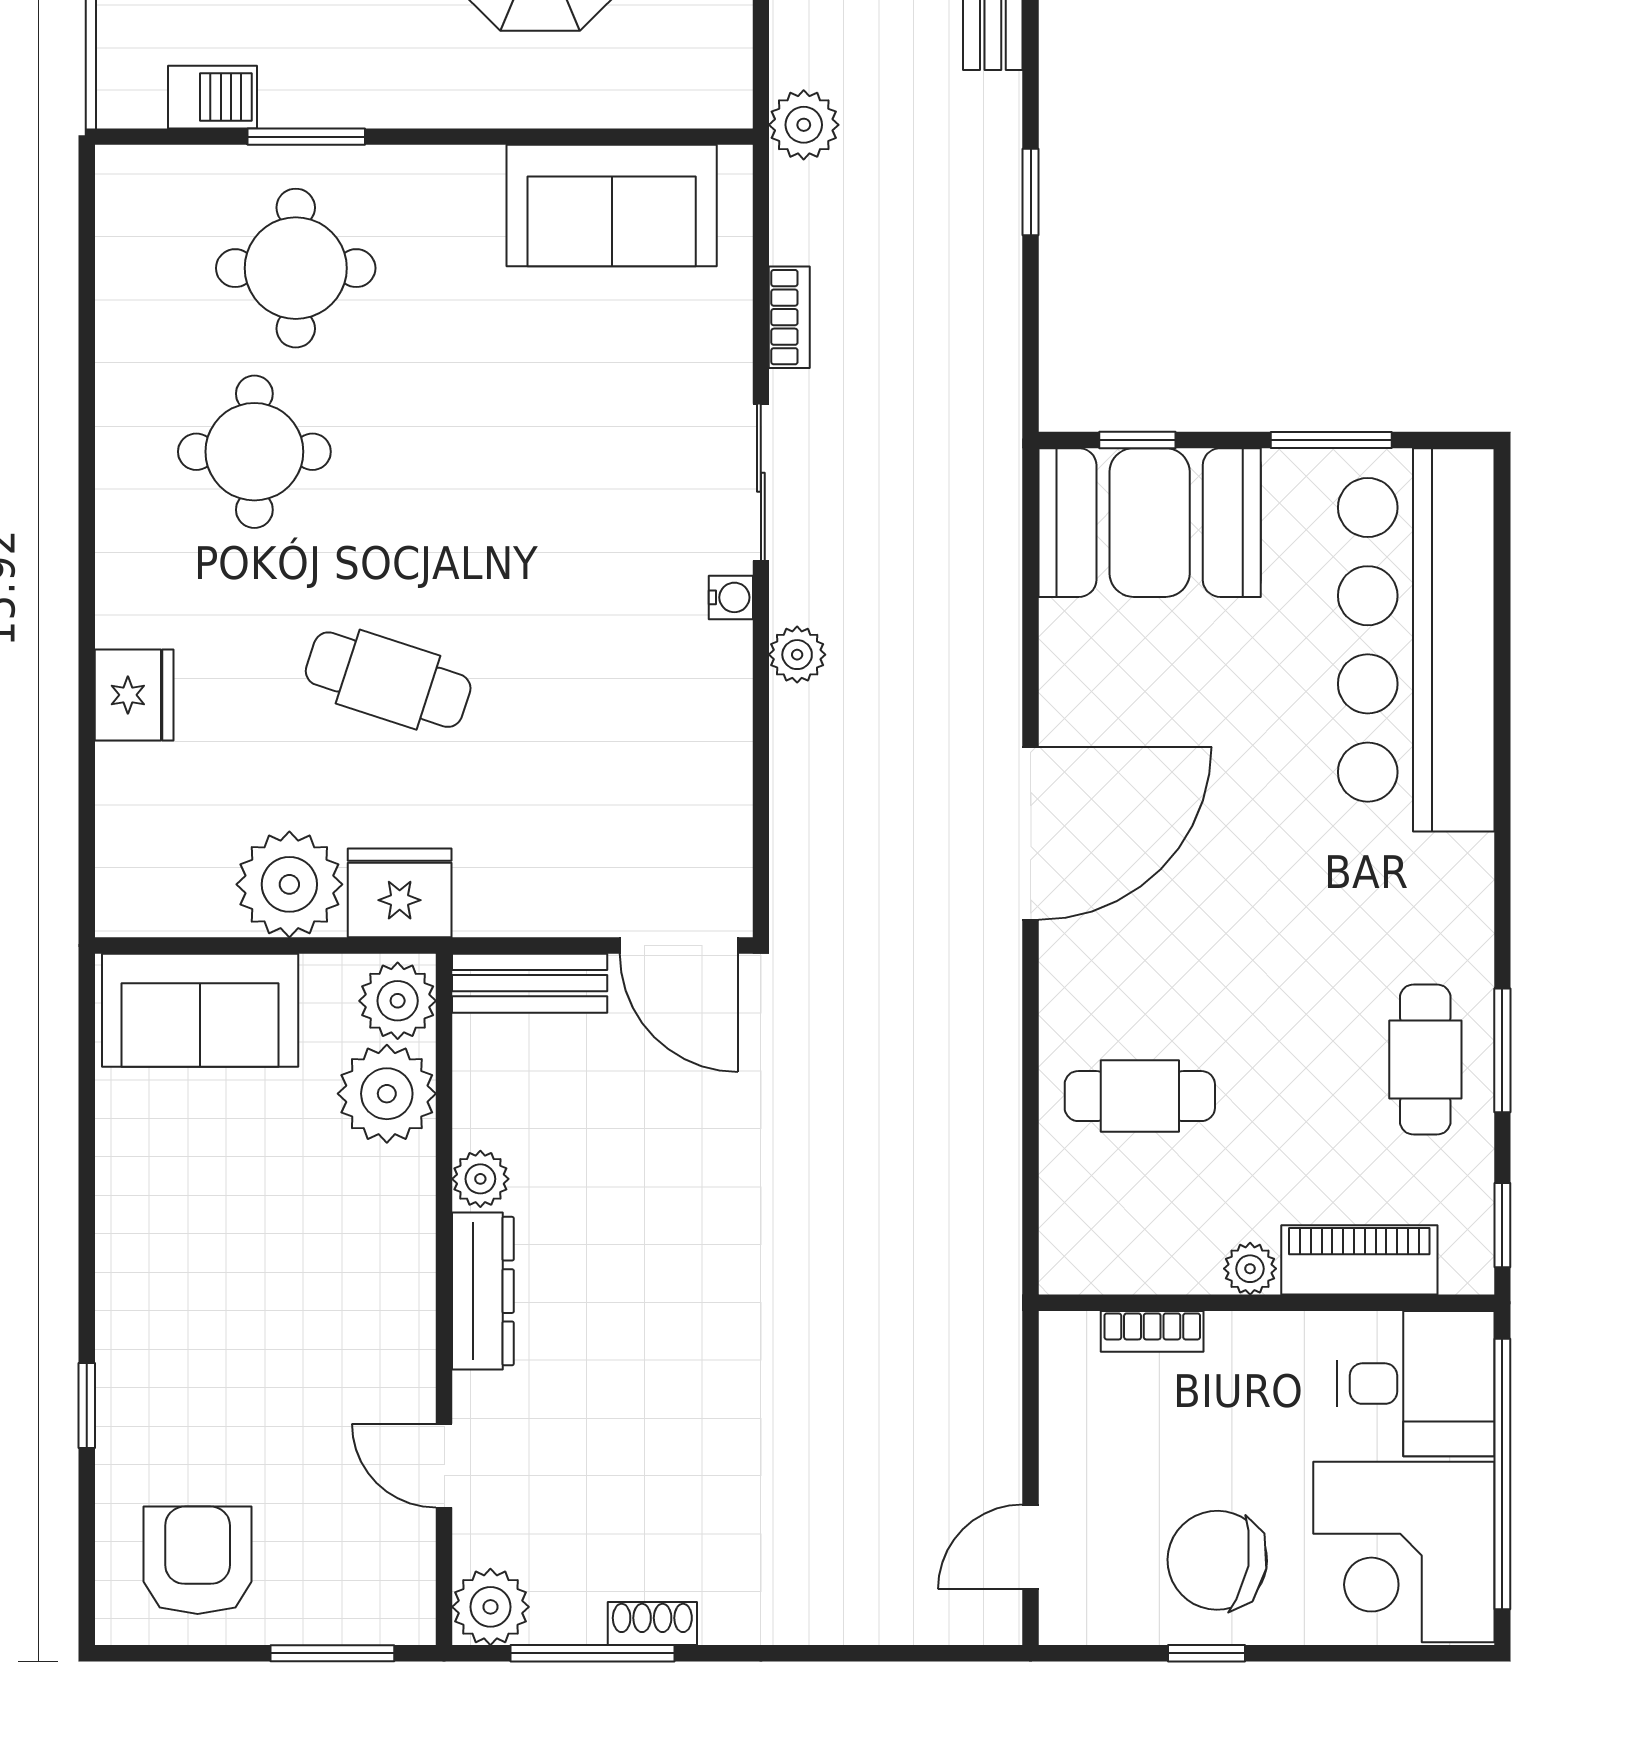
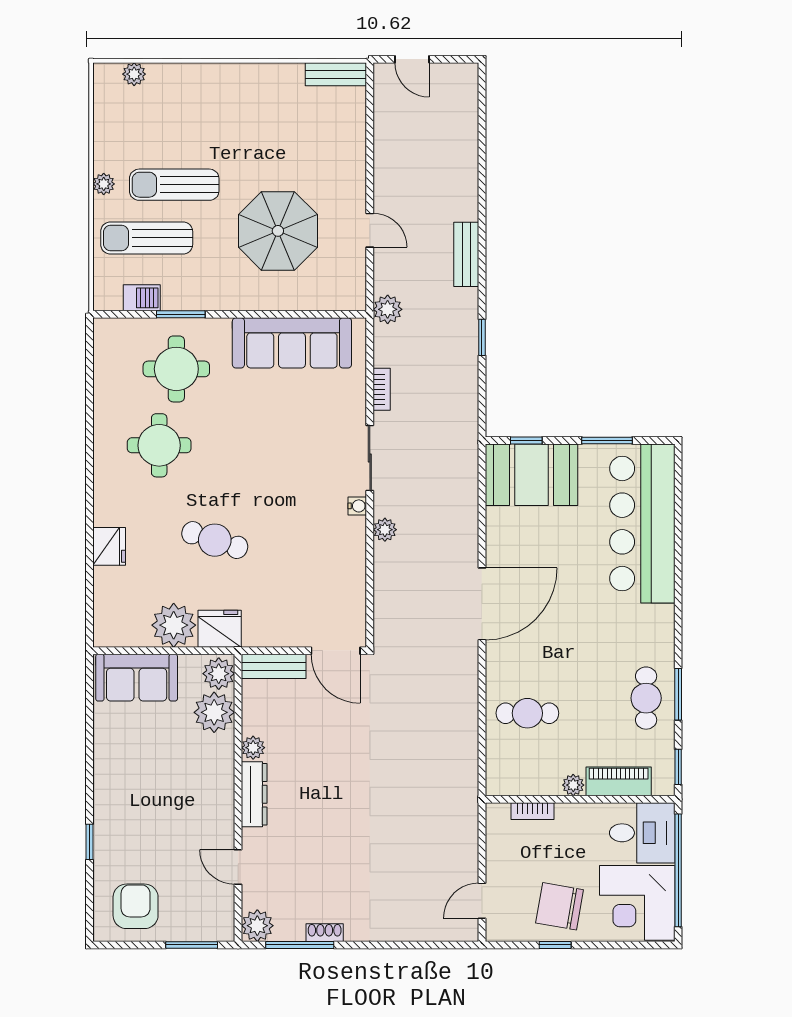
sofa: (612, 205) -> (292, 343), width x1.36

